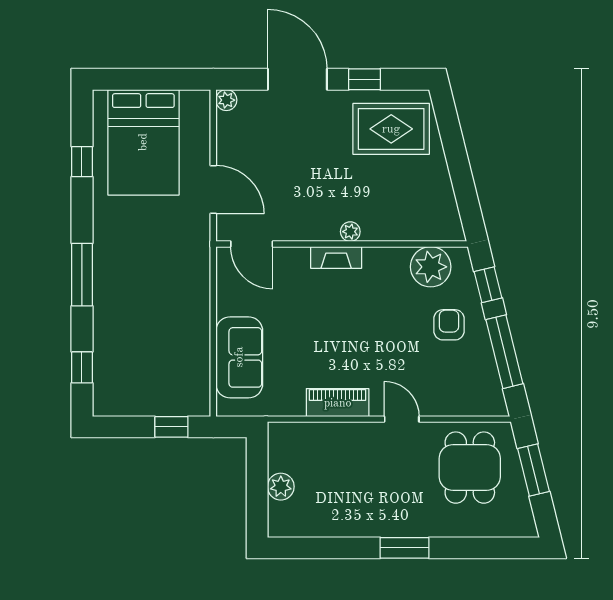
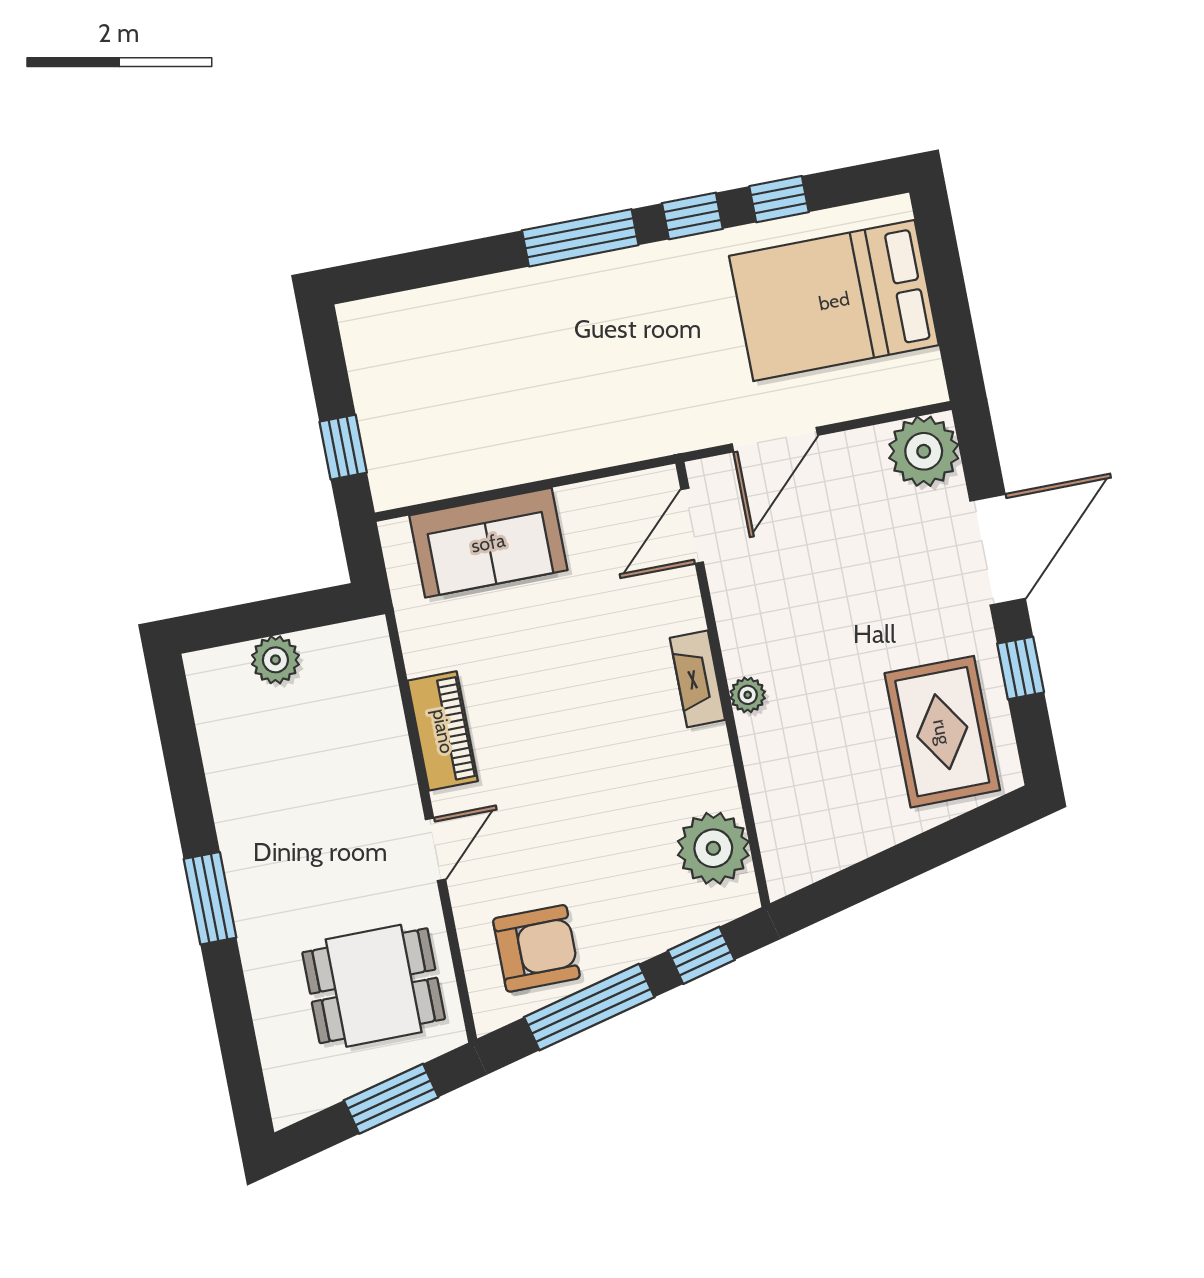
plant: (226, 100) -> (924, 451), width x1.88, depth x1.88
armchair: (449, 325) -> (536, 948), moved, width x1.38, depth x1.38
window: (82, 367) -> (692, 216), moved

